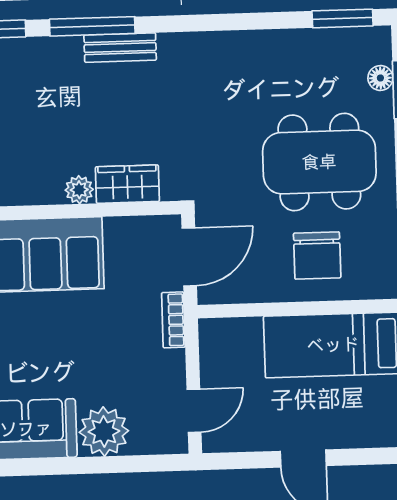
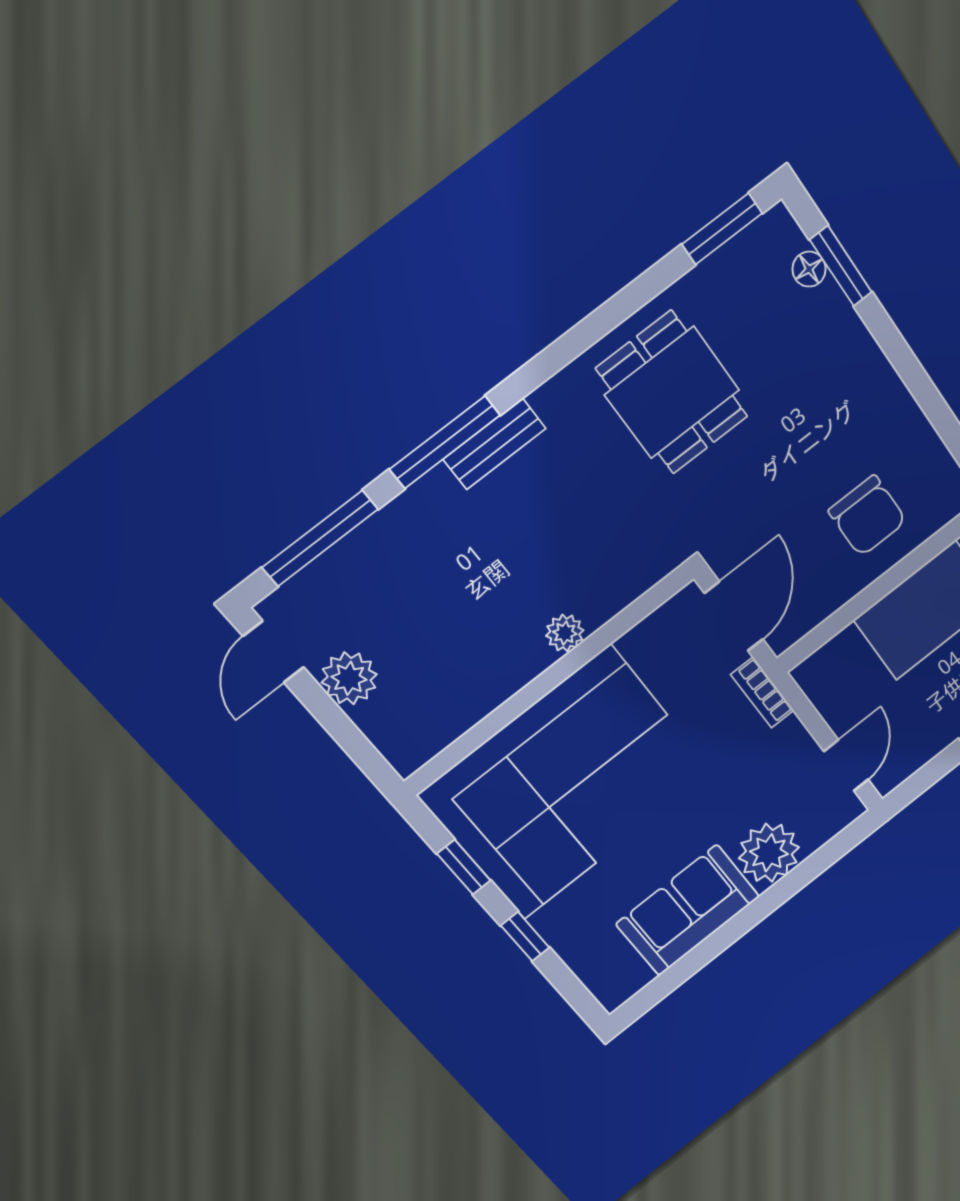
dining table: (319, 162) -> (672, 393), moved, width x0.73
wardrobe: (127, 184) -> (613, 589), removed

